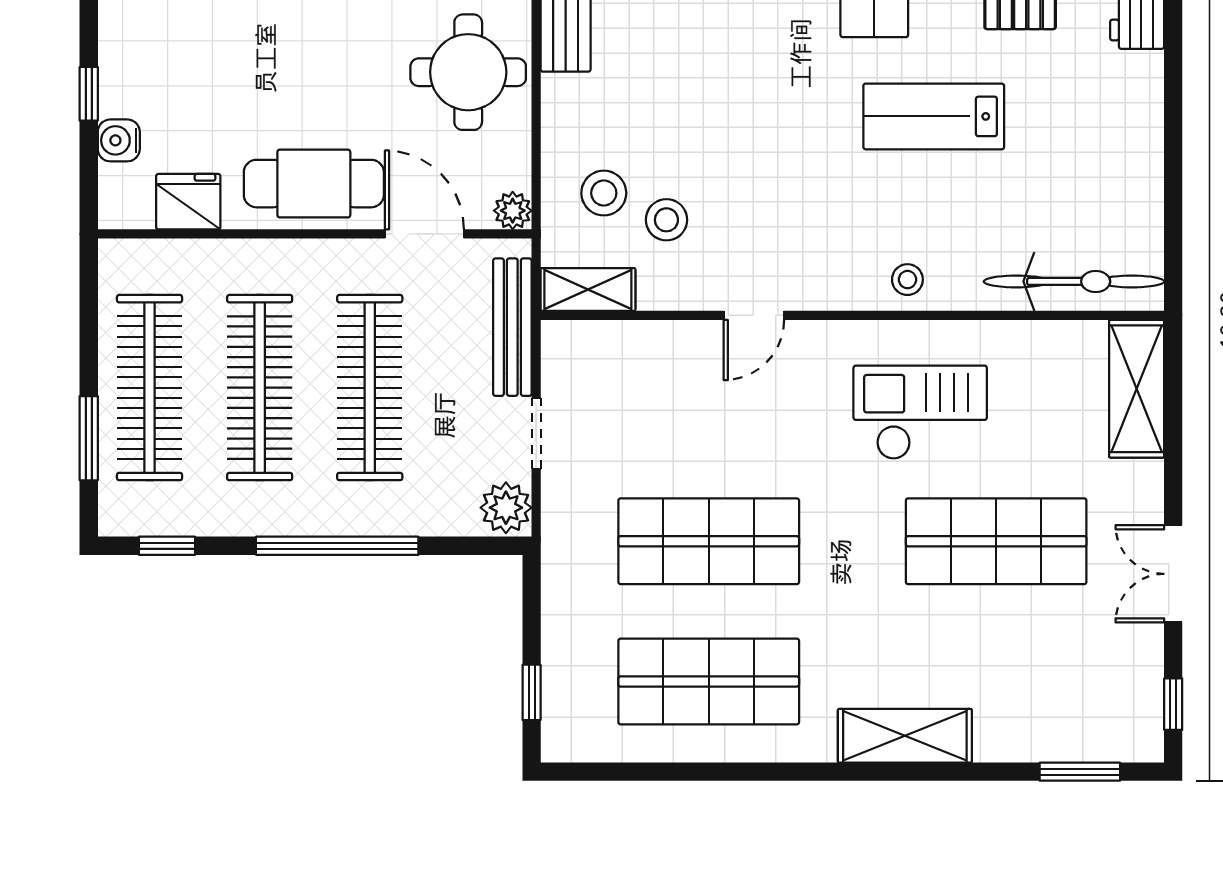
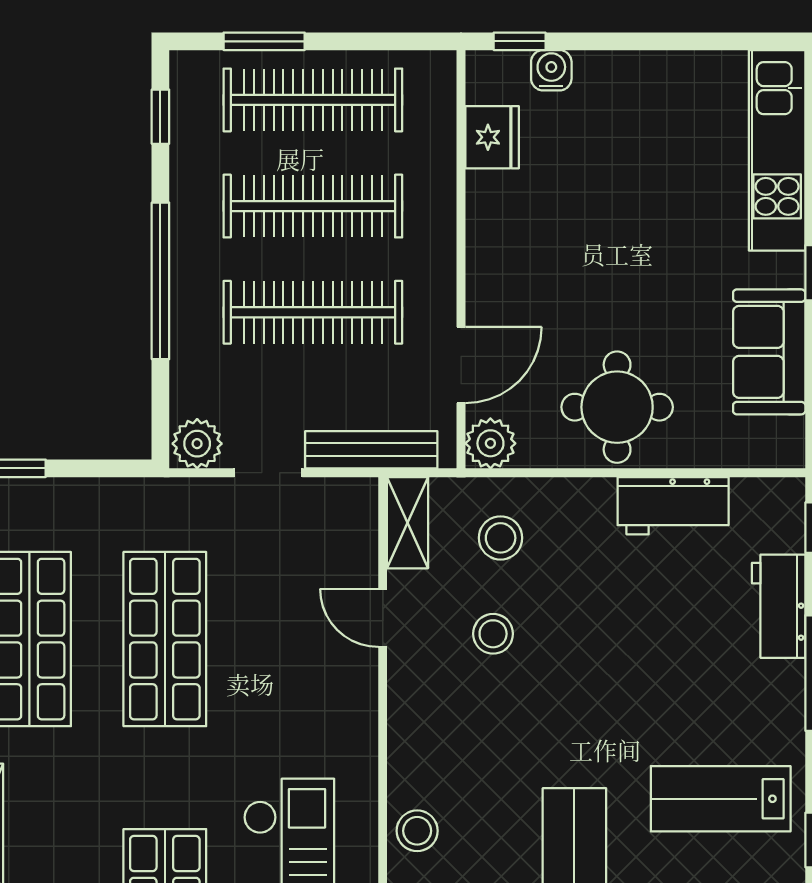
window: (89, 94) -> (520, 41), moved
cafe table: (314, 184) -> (510, 258), removed
plant: (513, 211) -> (490, 443), width x1.38, depth x1.38
stool: (666, 220) -> (493, 634), moved
stool: (907, 280) -> (417, 831), width x1.37, depth x1.37
door: (754, 315) -> (383, 618), moved

